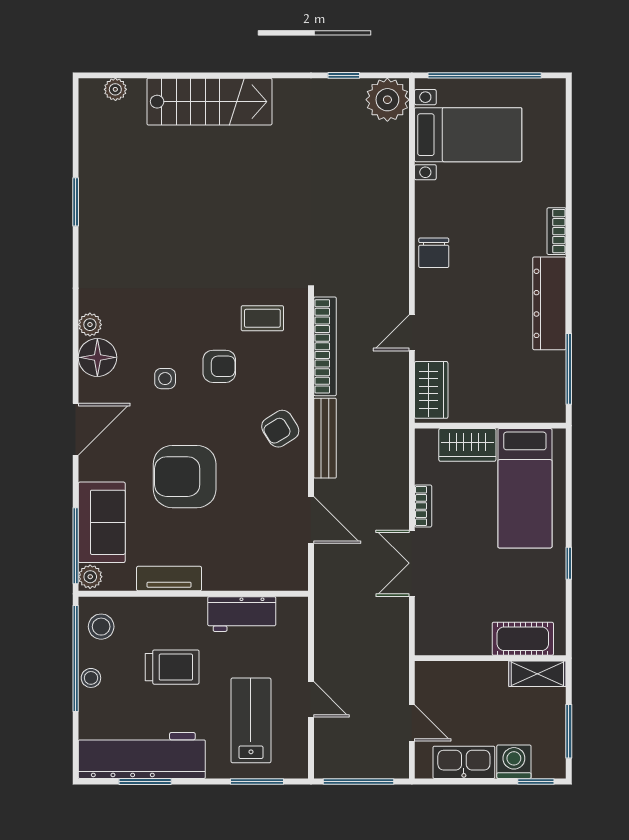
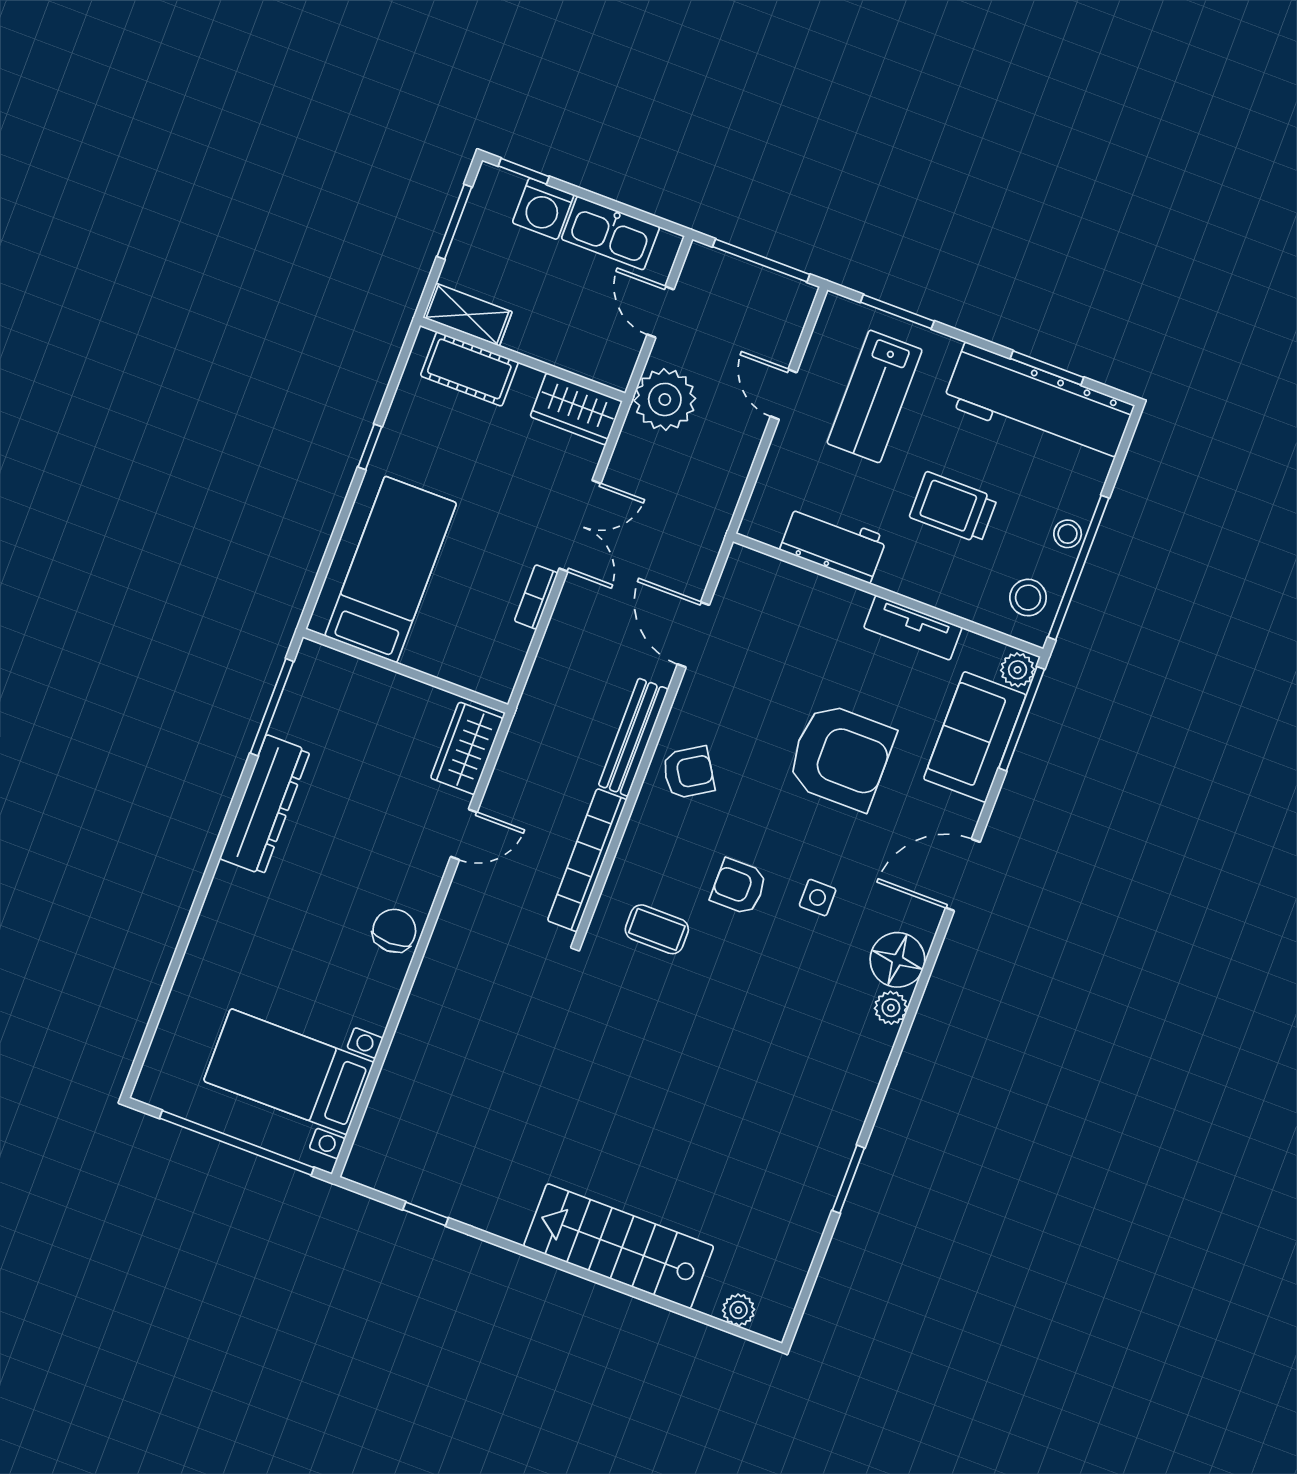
plant: (387, 100) -> (665, 399), moved
bookcase: (557, 231) -> (219, 898), removed
wardrobe: (467, 445) -> (576, 409), moved, turned 180

